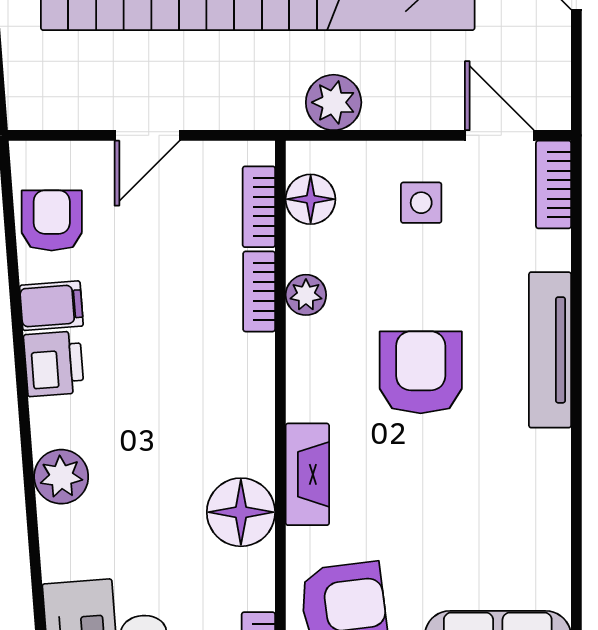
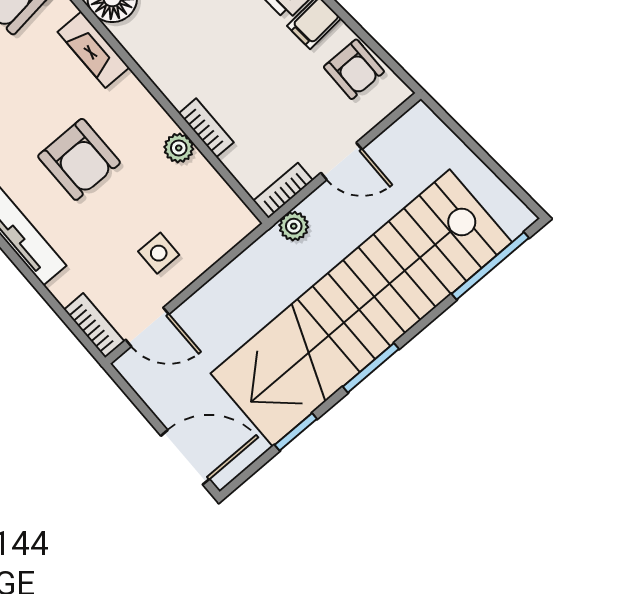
plant: (334, 102) -> (294, 226), moved, width x0.73, depth x0.73
door: (147, 135) -> (341, 161), swing flipped
floor lamp: (311, 199) -> (221, 203), removed
bookcase: (259, 207) -> (283, 190), moved, turned -90

